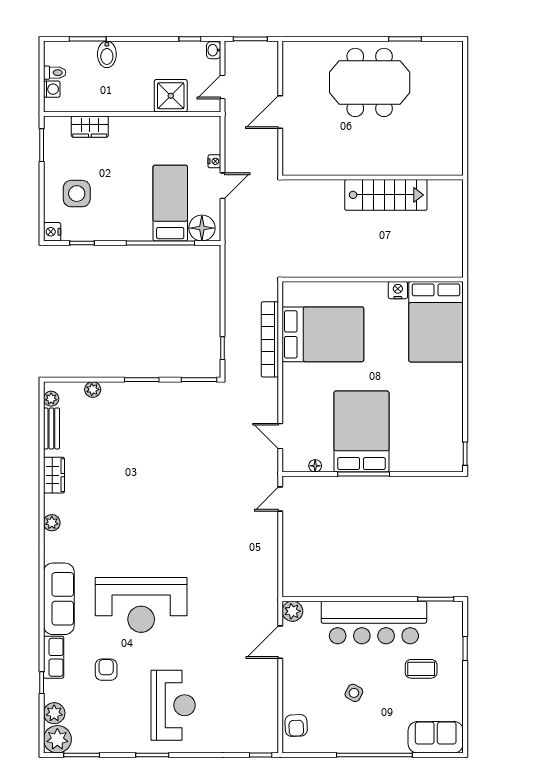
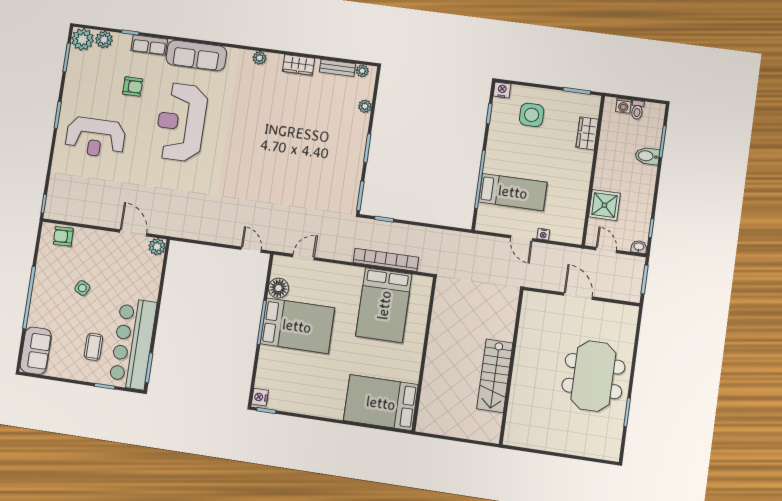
floor lamp: (202, 228) -> (488, 216), removed
nightstand: (398, 290) -> (260, 397), moved, turned 180
floor lamp: (315, 466) -> (279, 288), width x1.89, depth x1.89
bar counter: (374, 622) -> (133, 344), moved

